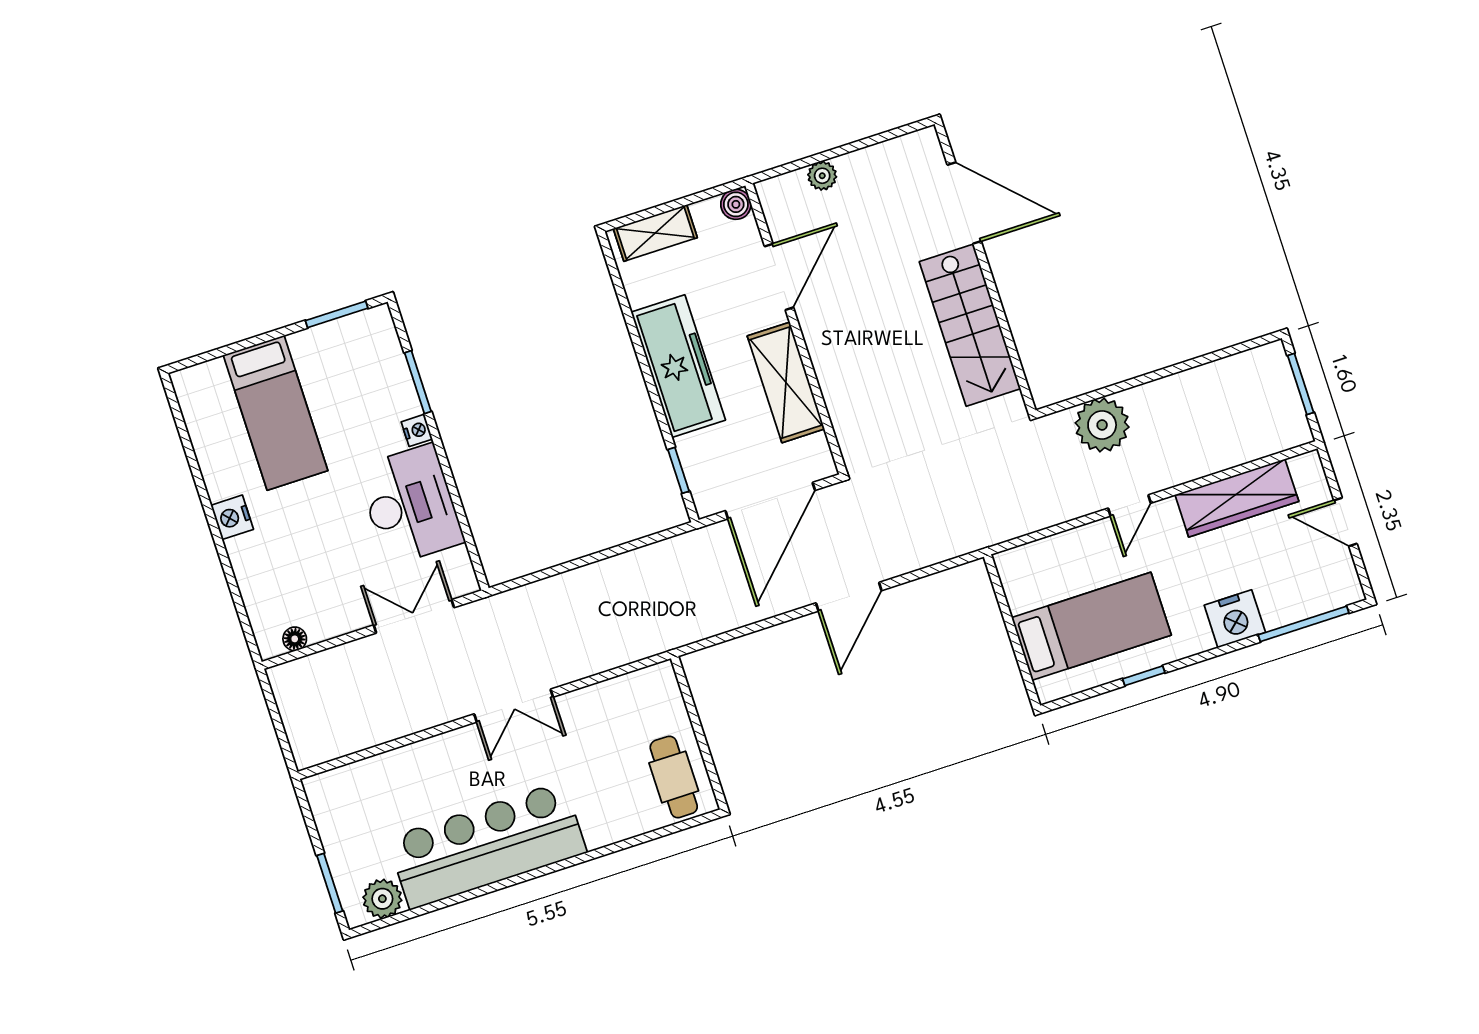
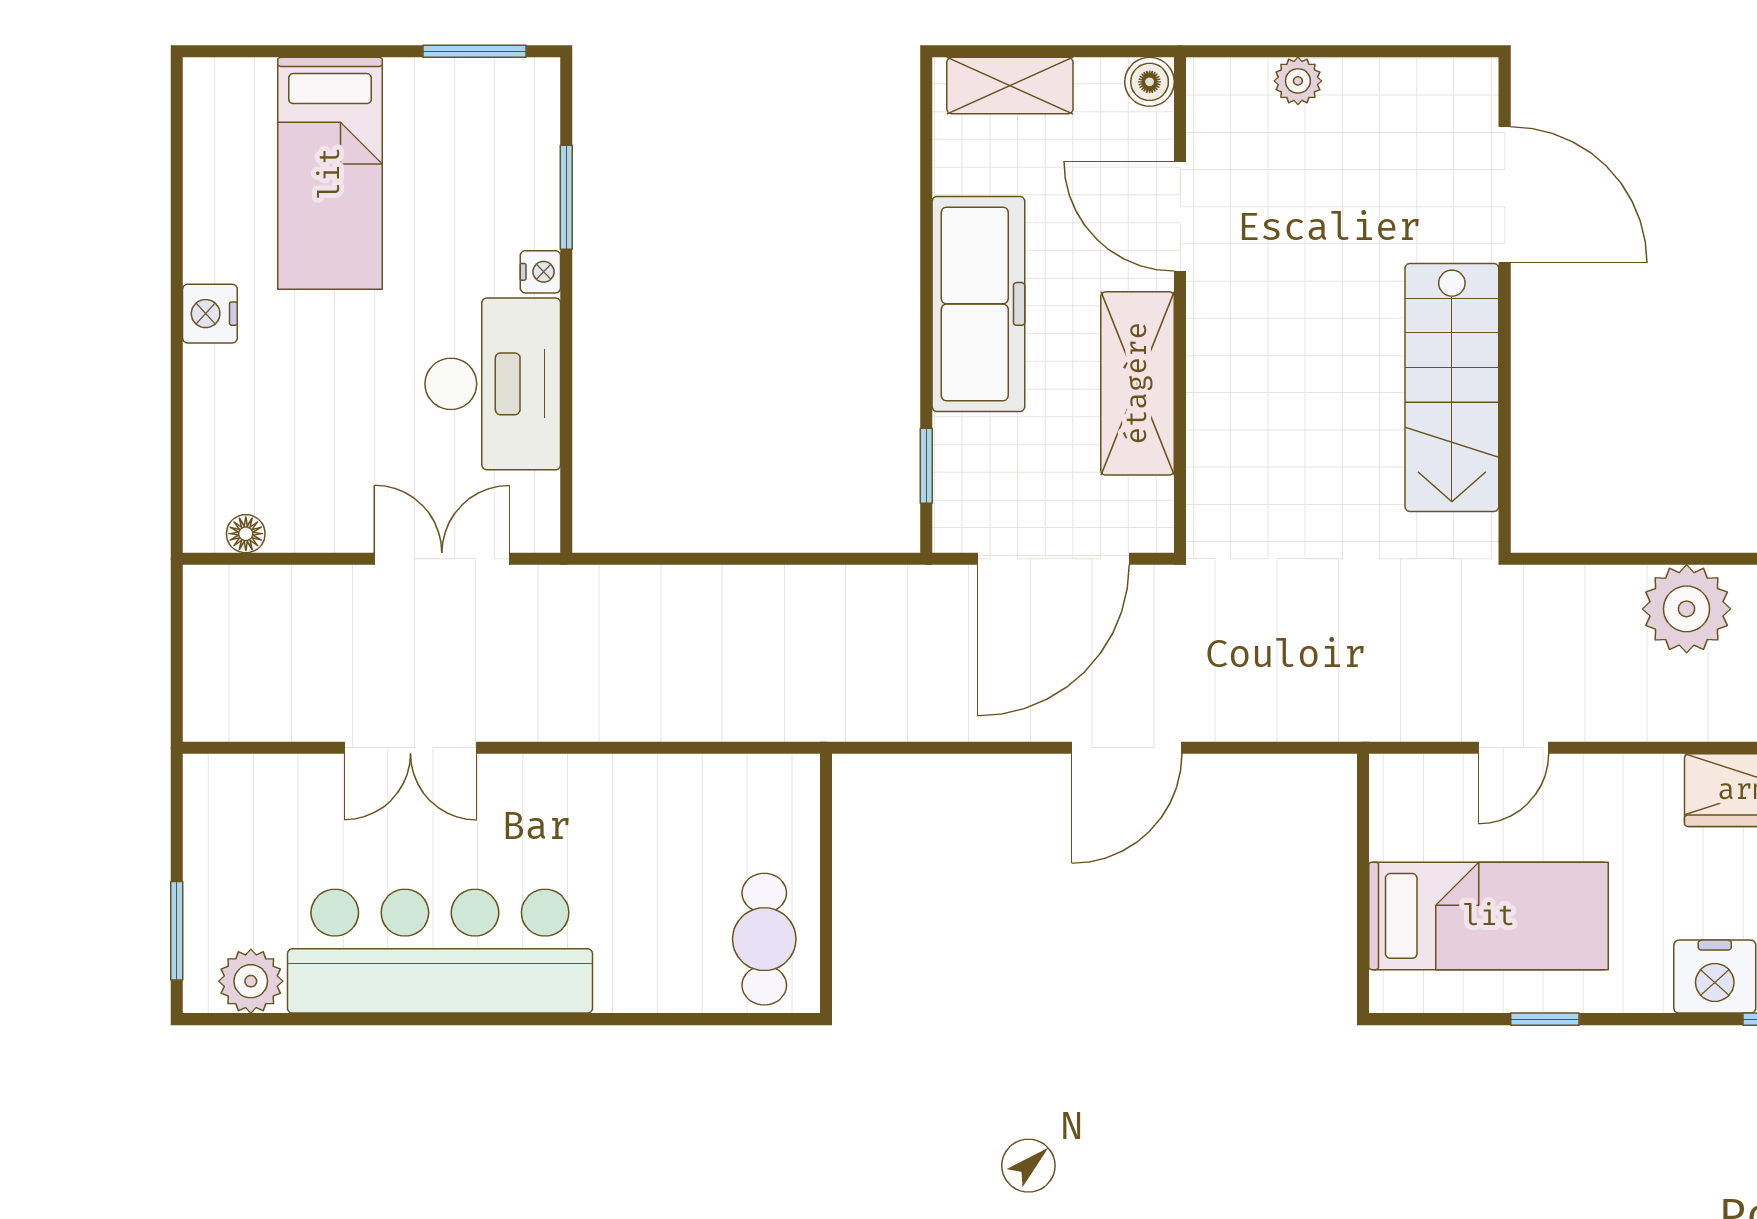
door: (779, 277) -> (1180, 216), swing flipped
plant: (1102, 425) -> (1687, 609), moved
door: (1129, 506) -> (1513, 748), moved
double door: (514, 706) -> (410, 748), moved

